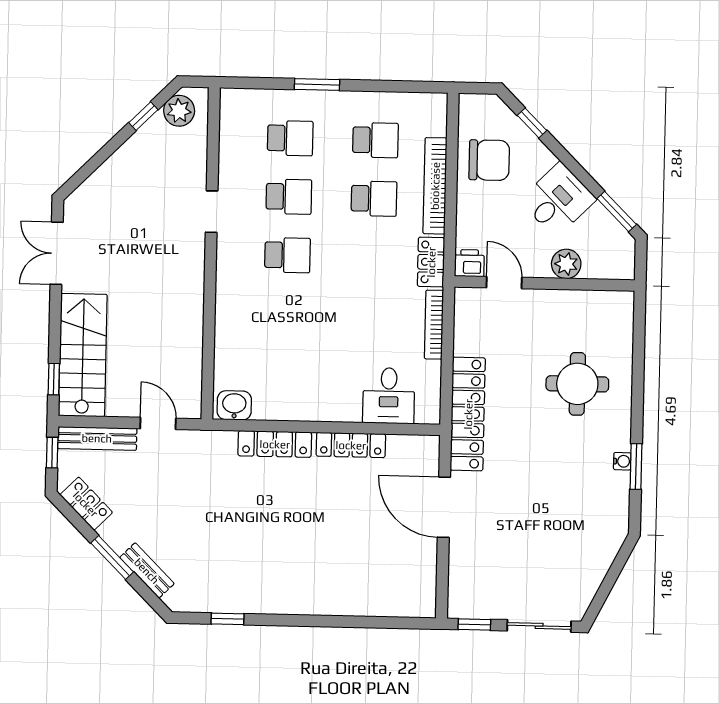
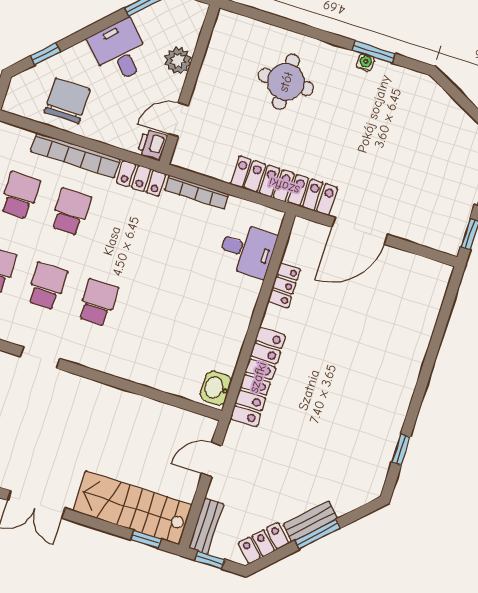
bench: (97, 438) -> (206, 526), width x0.73
locker: (275, 444) -> (258, 377), width x1.41, depth x1.21
locker: (351, 445) -> (284, 285), width x0.66
bench: (147, 571) -> (311, 521), moved

